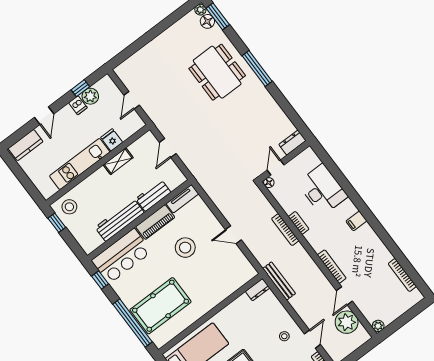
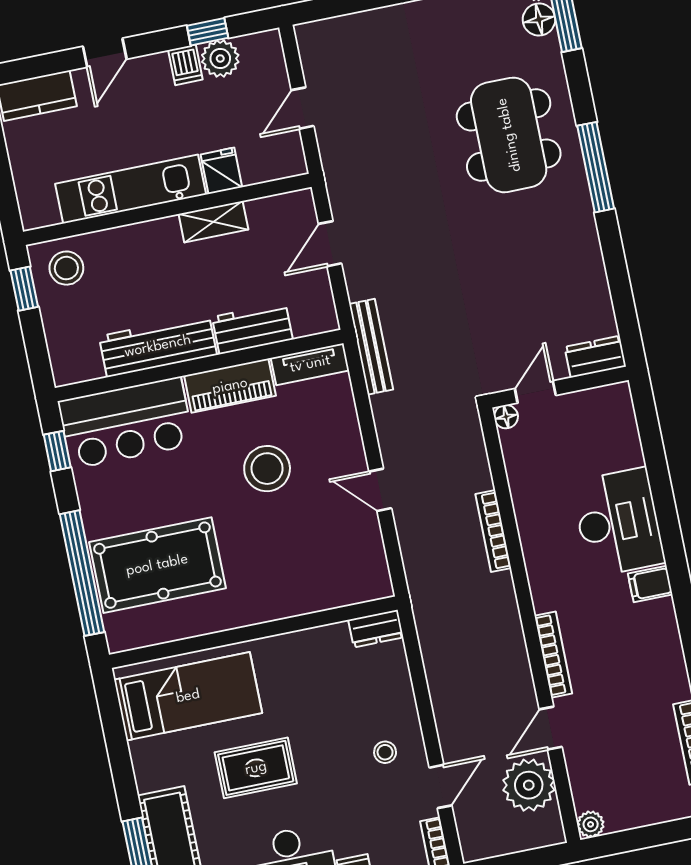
desk: (322, 190) -> (618, 522), moved
bookcase: (299, 223) -> (528, 530), removed
bench: (279, 281) -> (371, 347), moved

